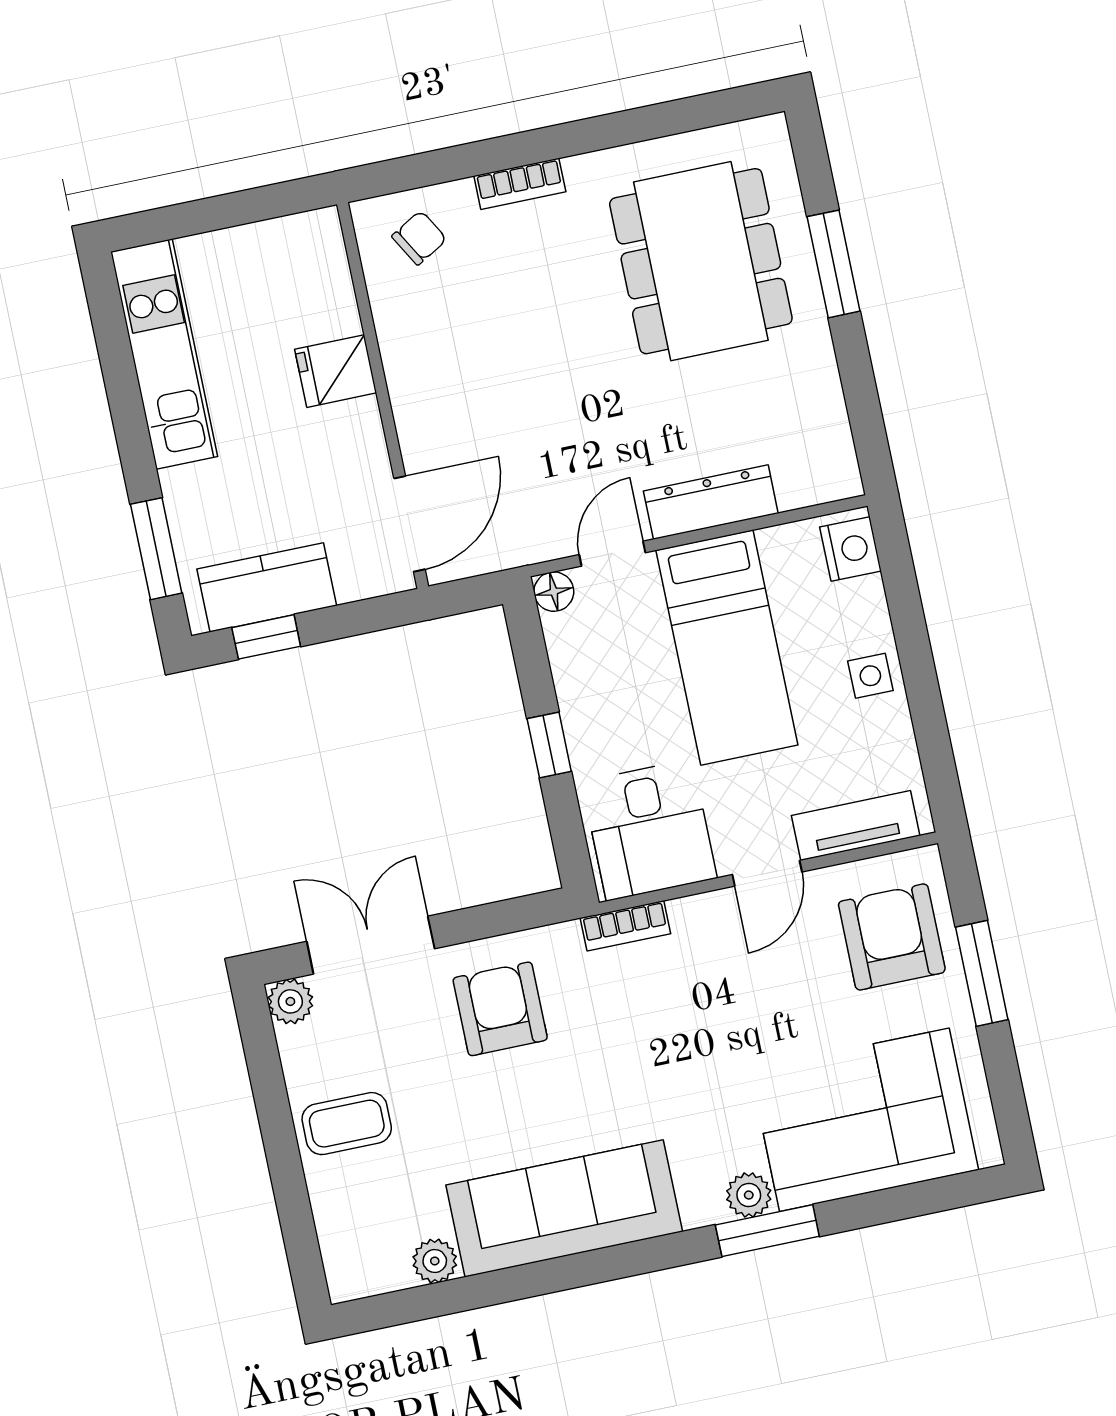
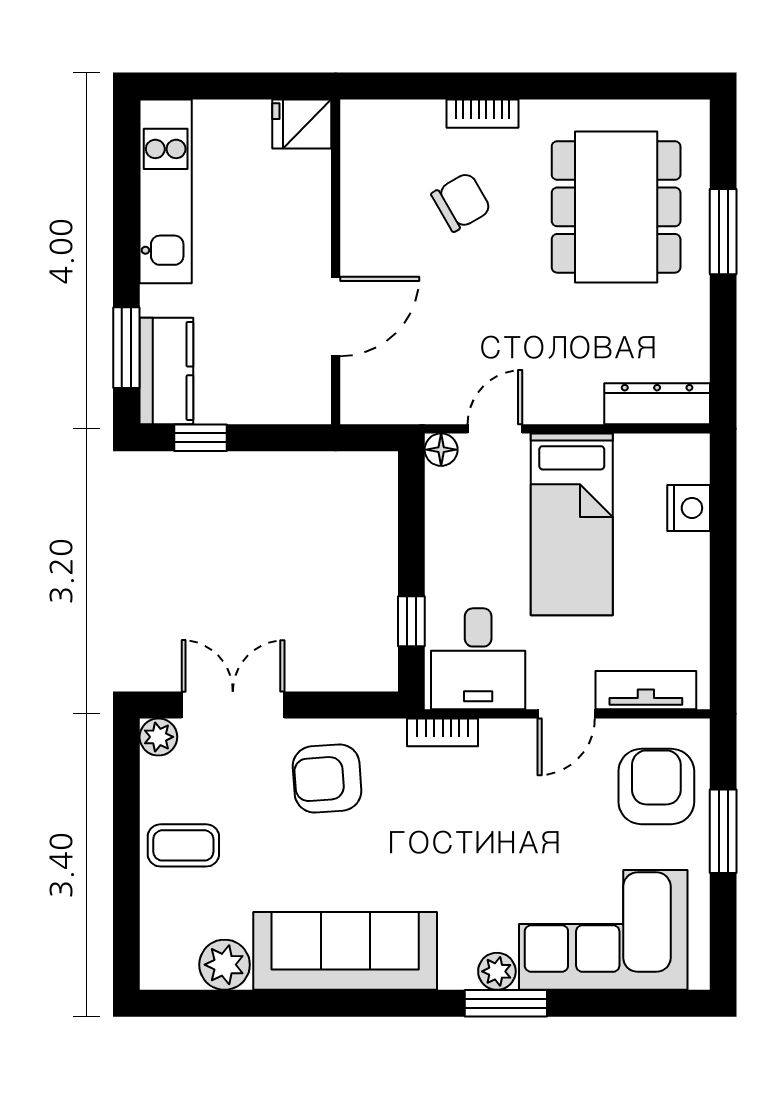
chair: (419, 238) -> (461, 202), moved, width x1.37, depth x1.37
fridge: (336, 371) -> (302, 124), moved
dresser: (711, 502) -> (657, 404), moved
door: (409, 524) -> (336, 316), moved
nightstand: (850, 549) -> (689, 508), moved
kitchen counter: (267, 587) -> (166, 371), moved, turned 90
side table: (870, 676) -> (683, 571), removed
window: (549, 745) -> (411, 621), moved
armchair: (500, 1009) -> (327, 778), turned -94
plant: (435, 1261) -> (225, 965), width x1.38, depth x1.38

